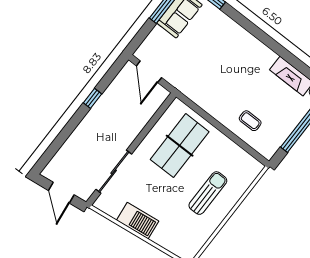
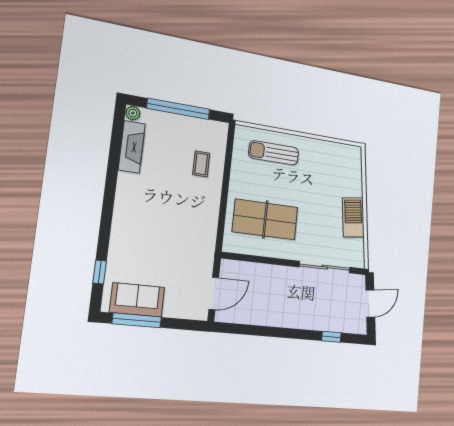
window: (92, 98) -> (331, 337), moved
sun lounger: (208, 193) -> (274, 153), moved

